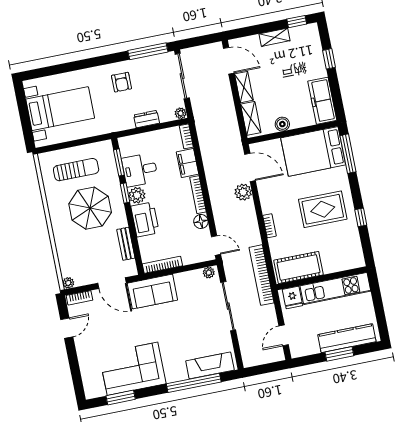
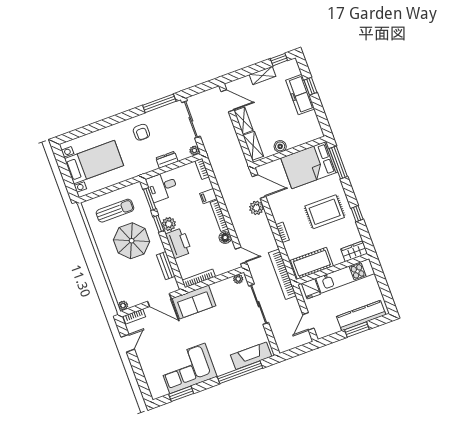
freezer: (322, 101) -> (300, 95), moved
filing cabinet: (188, 163) -> (208, 196), width x0.50
desk: (140, 170) -> (162, 187), moved
wardrobe: (350, 261) -> (354, 251), added

